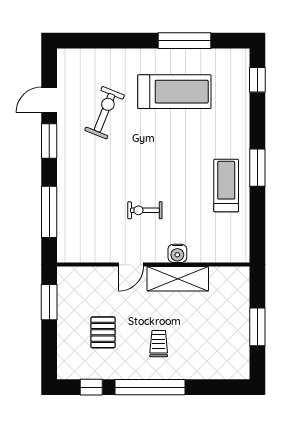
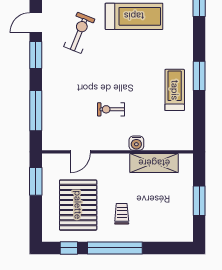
door: (131, 265) -> (80, 152), moved
shelving: (178, 279) -> (154, 163), moved
pallet: (103, 332) -> (78, 205), width x2.05, depth x2.00

